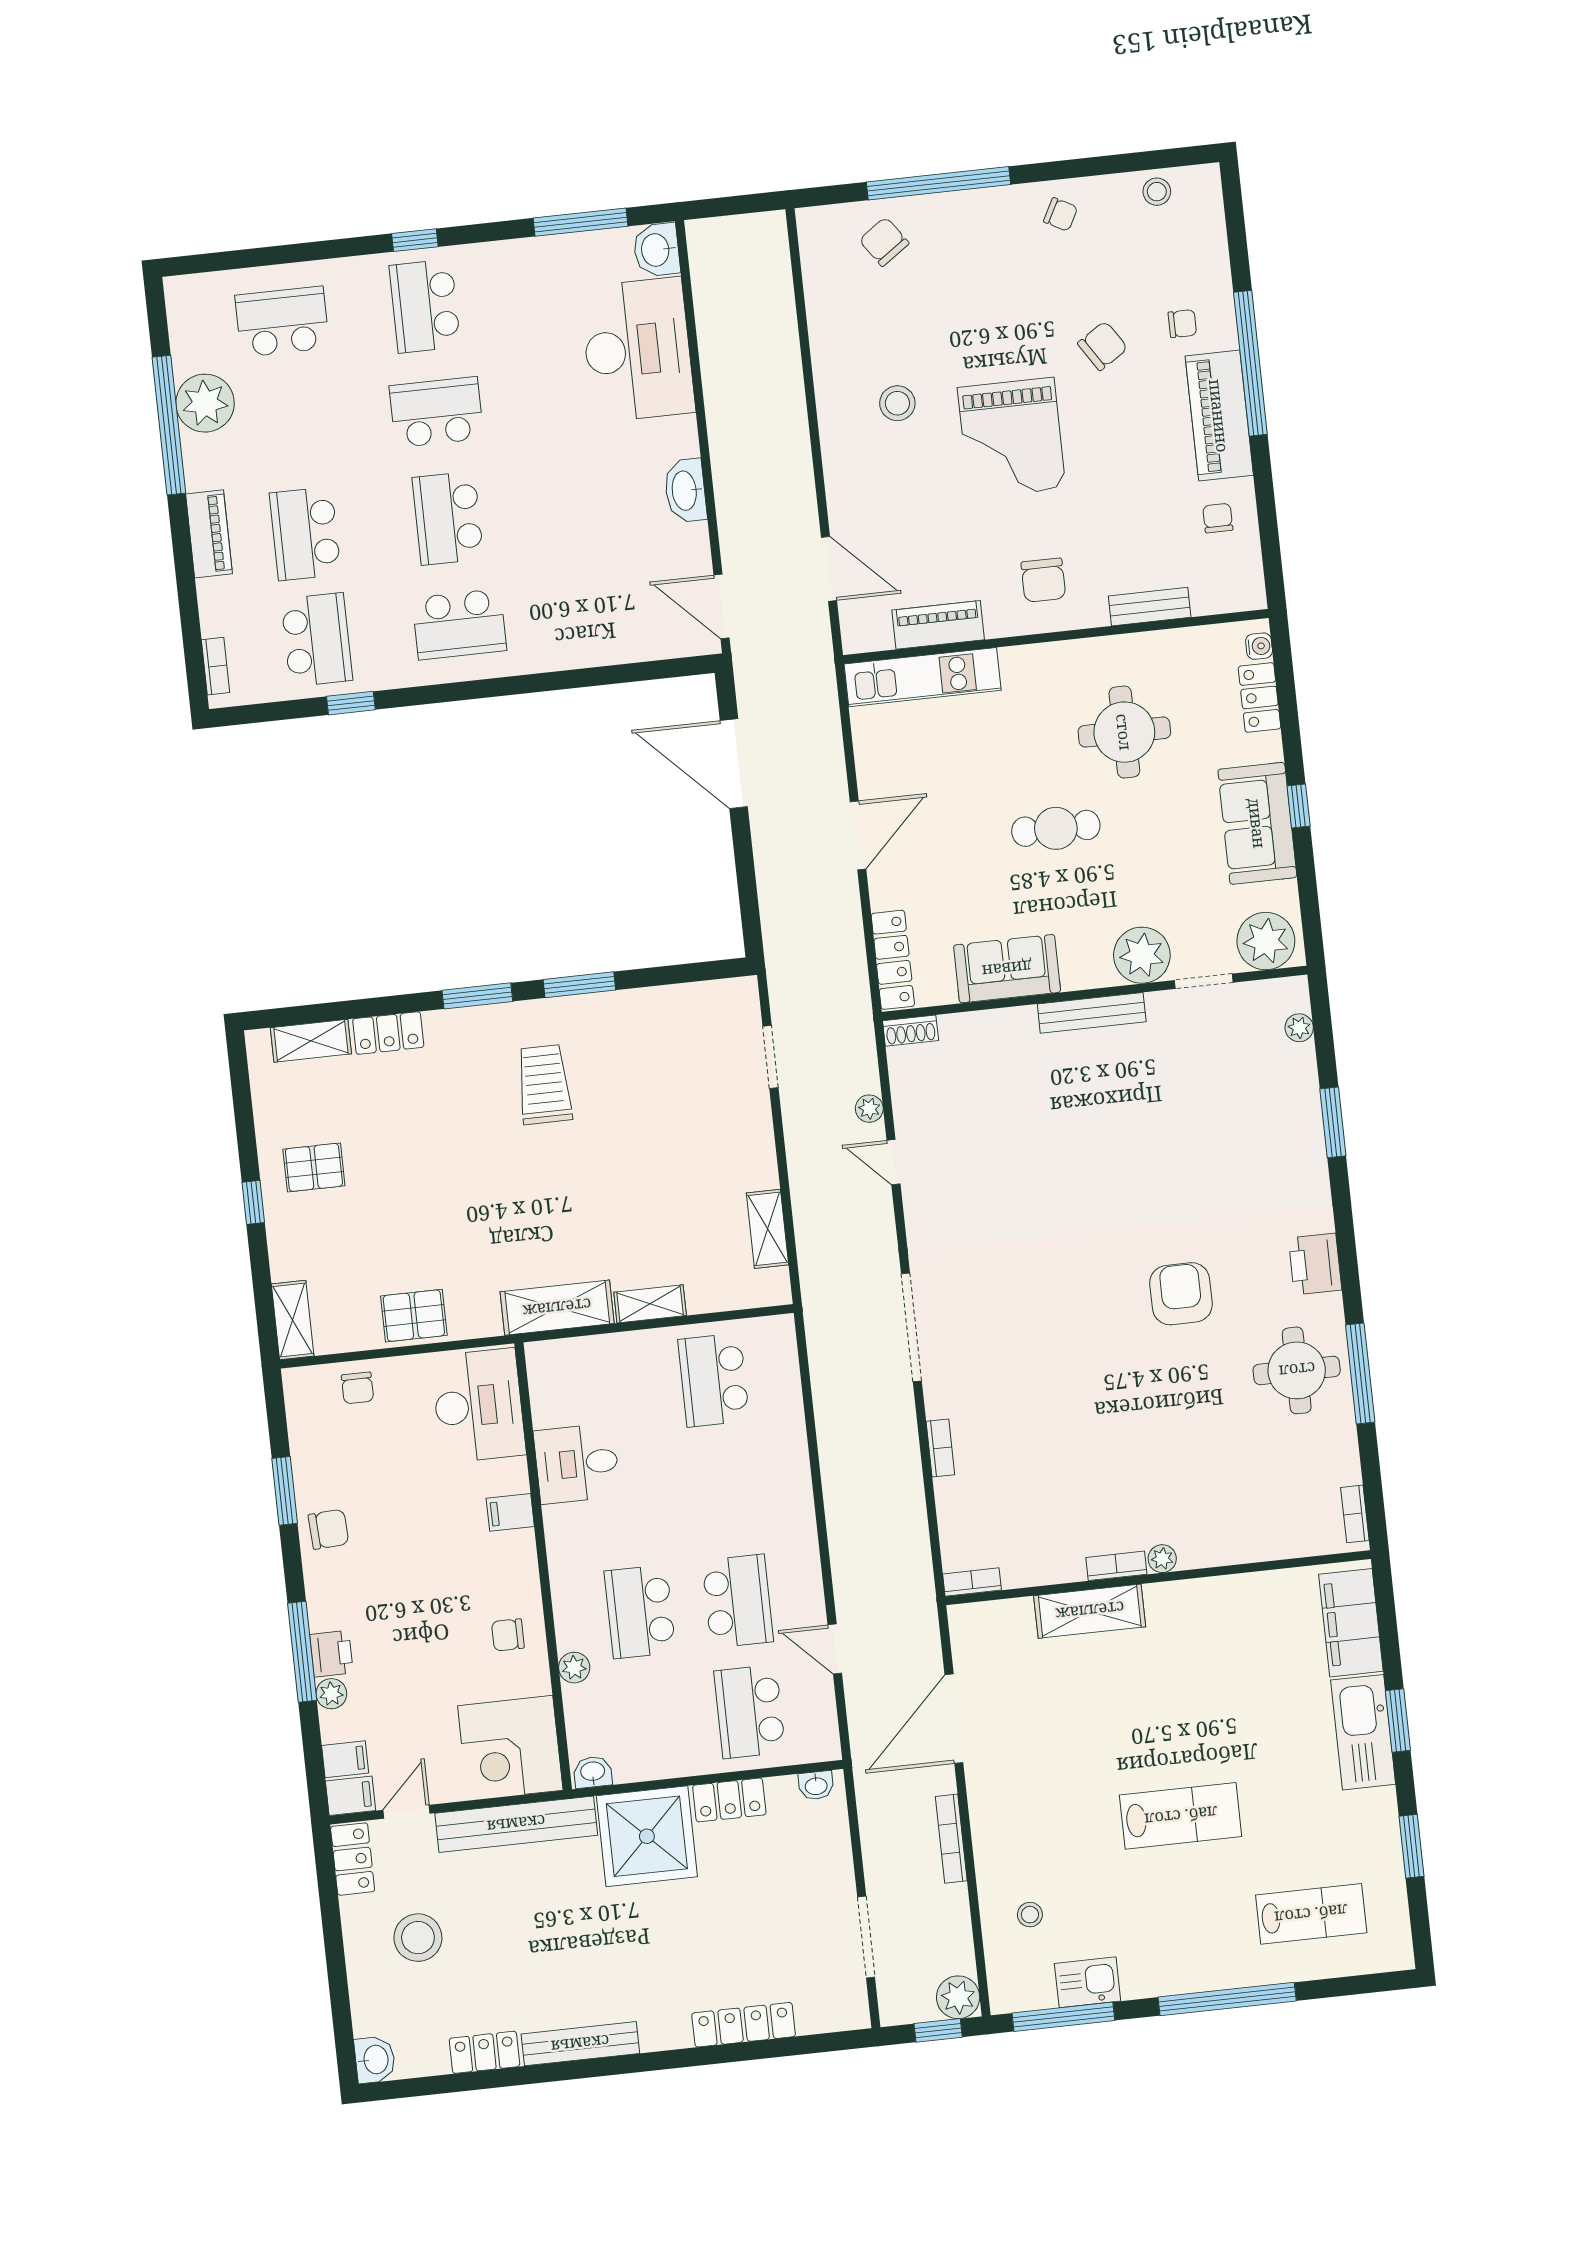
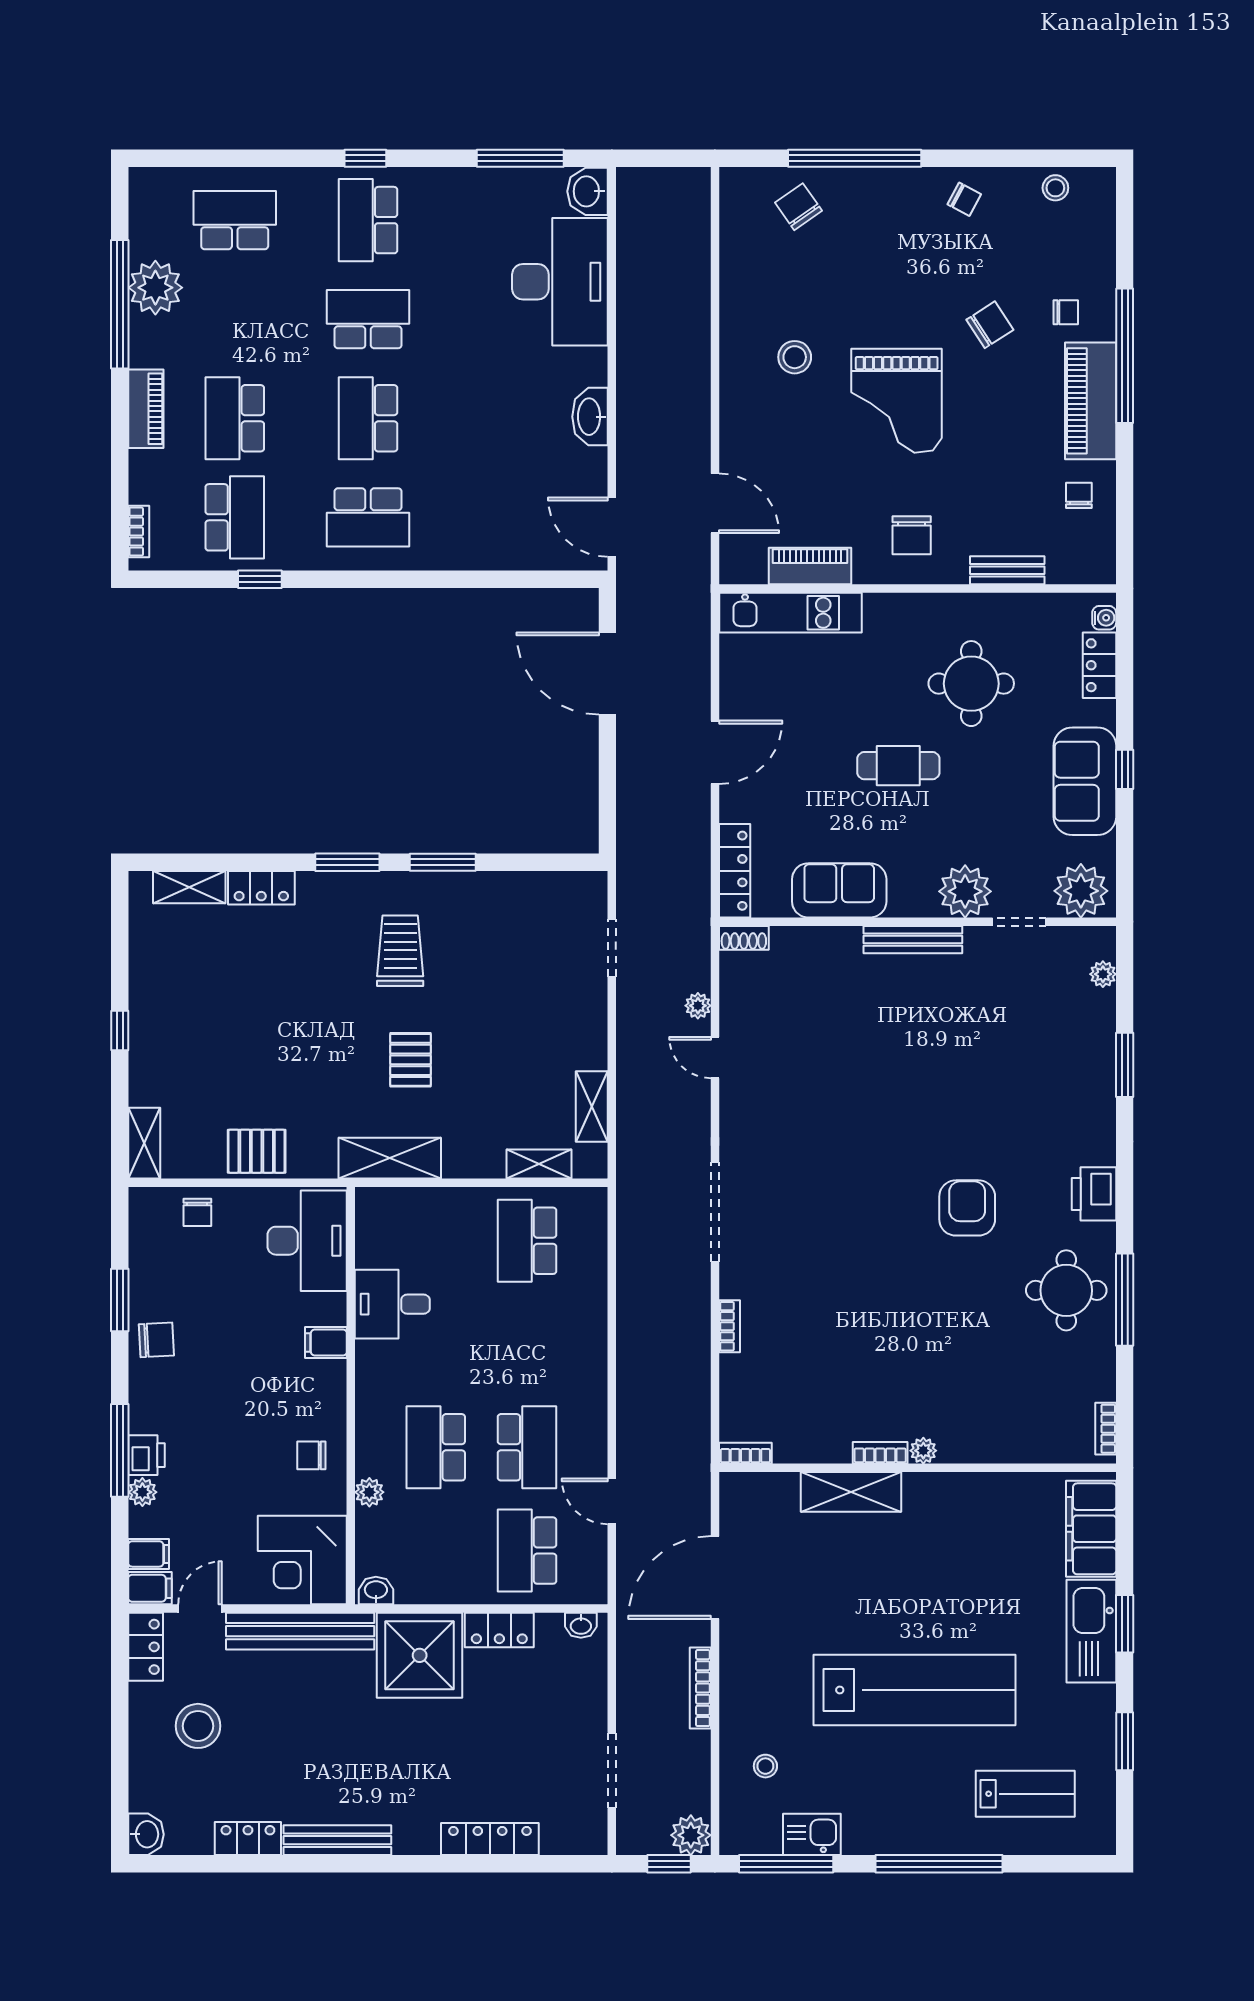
pallet: (314, 1167) -> (411, 1060), moved, turned 90
shelving: (650, 1304) -> (539, 1164), moved
lab bench: (1181, 1816) -> (914, 1690), width x1.86, depth x1.39

